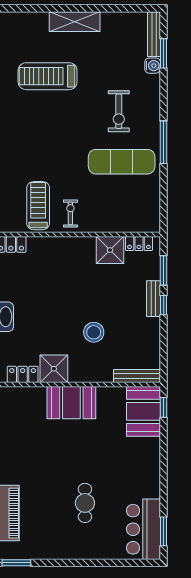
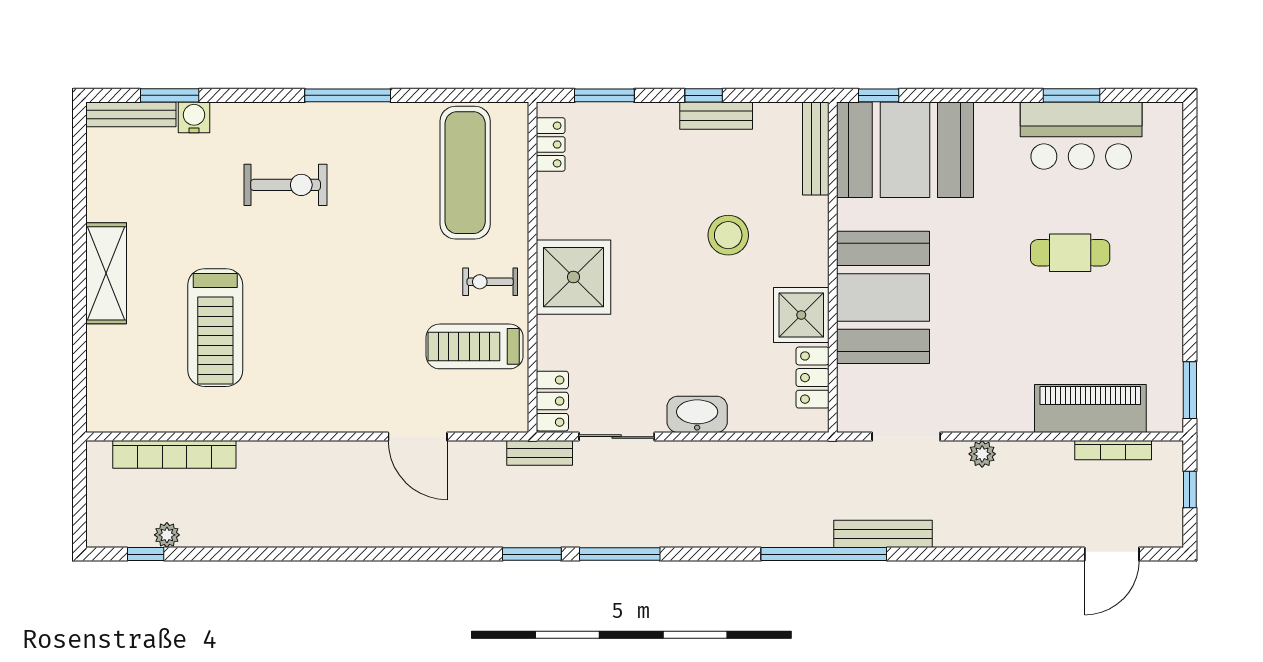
exercise mat: (122, 162) -> (465, 173), moved
shower: (110, 250) -> (573, 277), moved, width x1.37, depth x1.37
bench: (153, 299) -> (716, 116), moved
window: (164, 305) -> (704, 95), moved
booth: (71, 403) -> (883, 297), width x1.36, depth x1.42
booth: (143, 411) -> (905, 150), width x1.36, depth x1.42
bar counter: (143, 529) -> (1081, 136), moved
window: (164, 531) -> (1071, 95), moved

